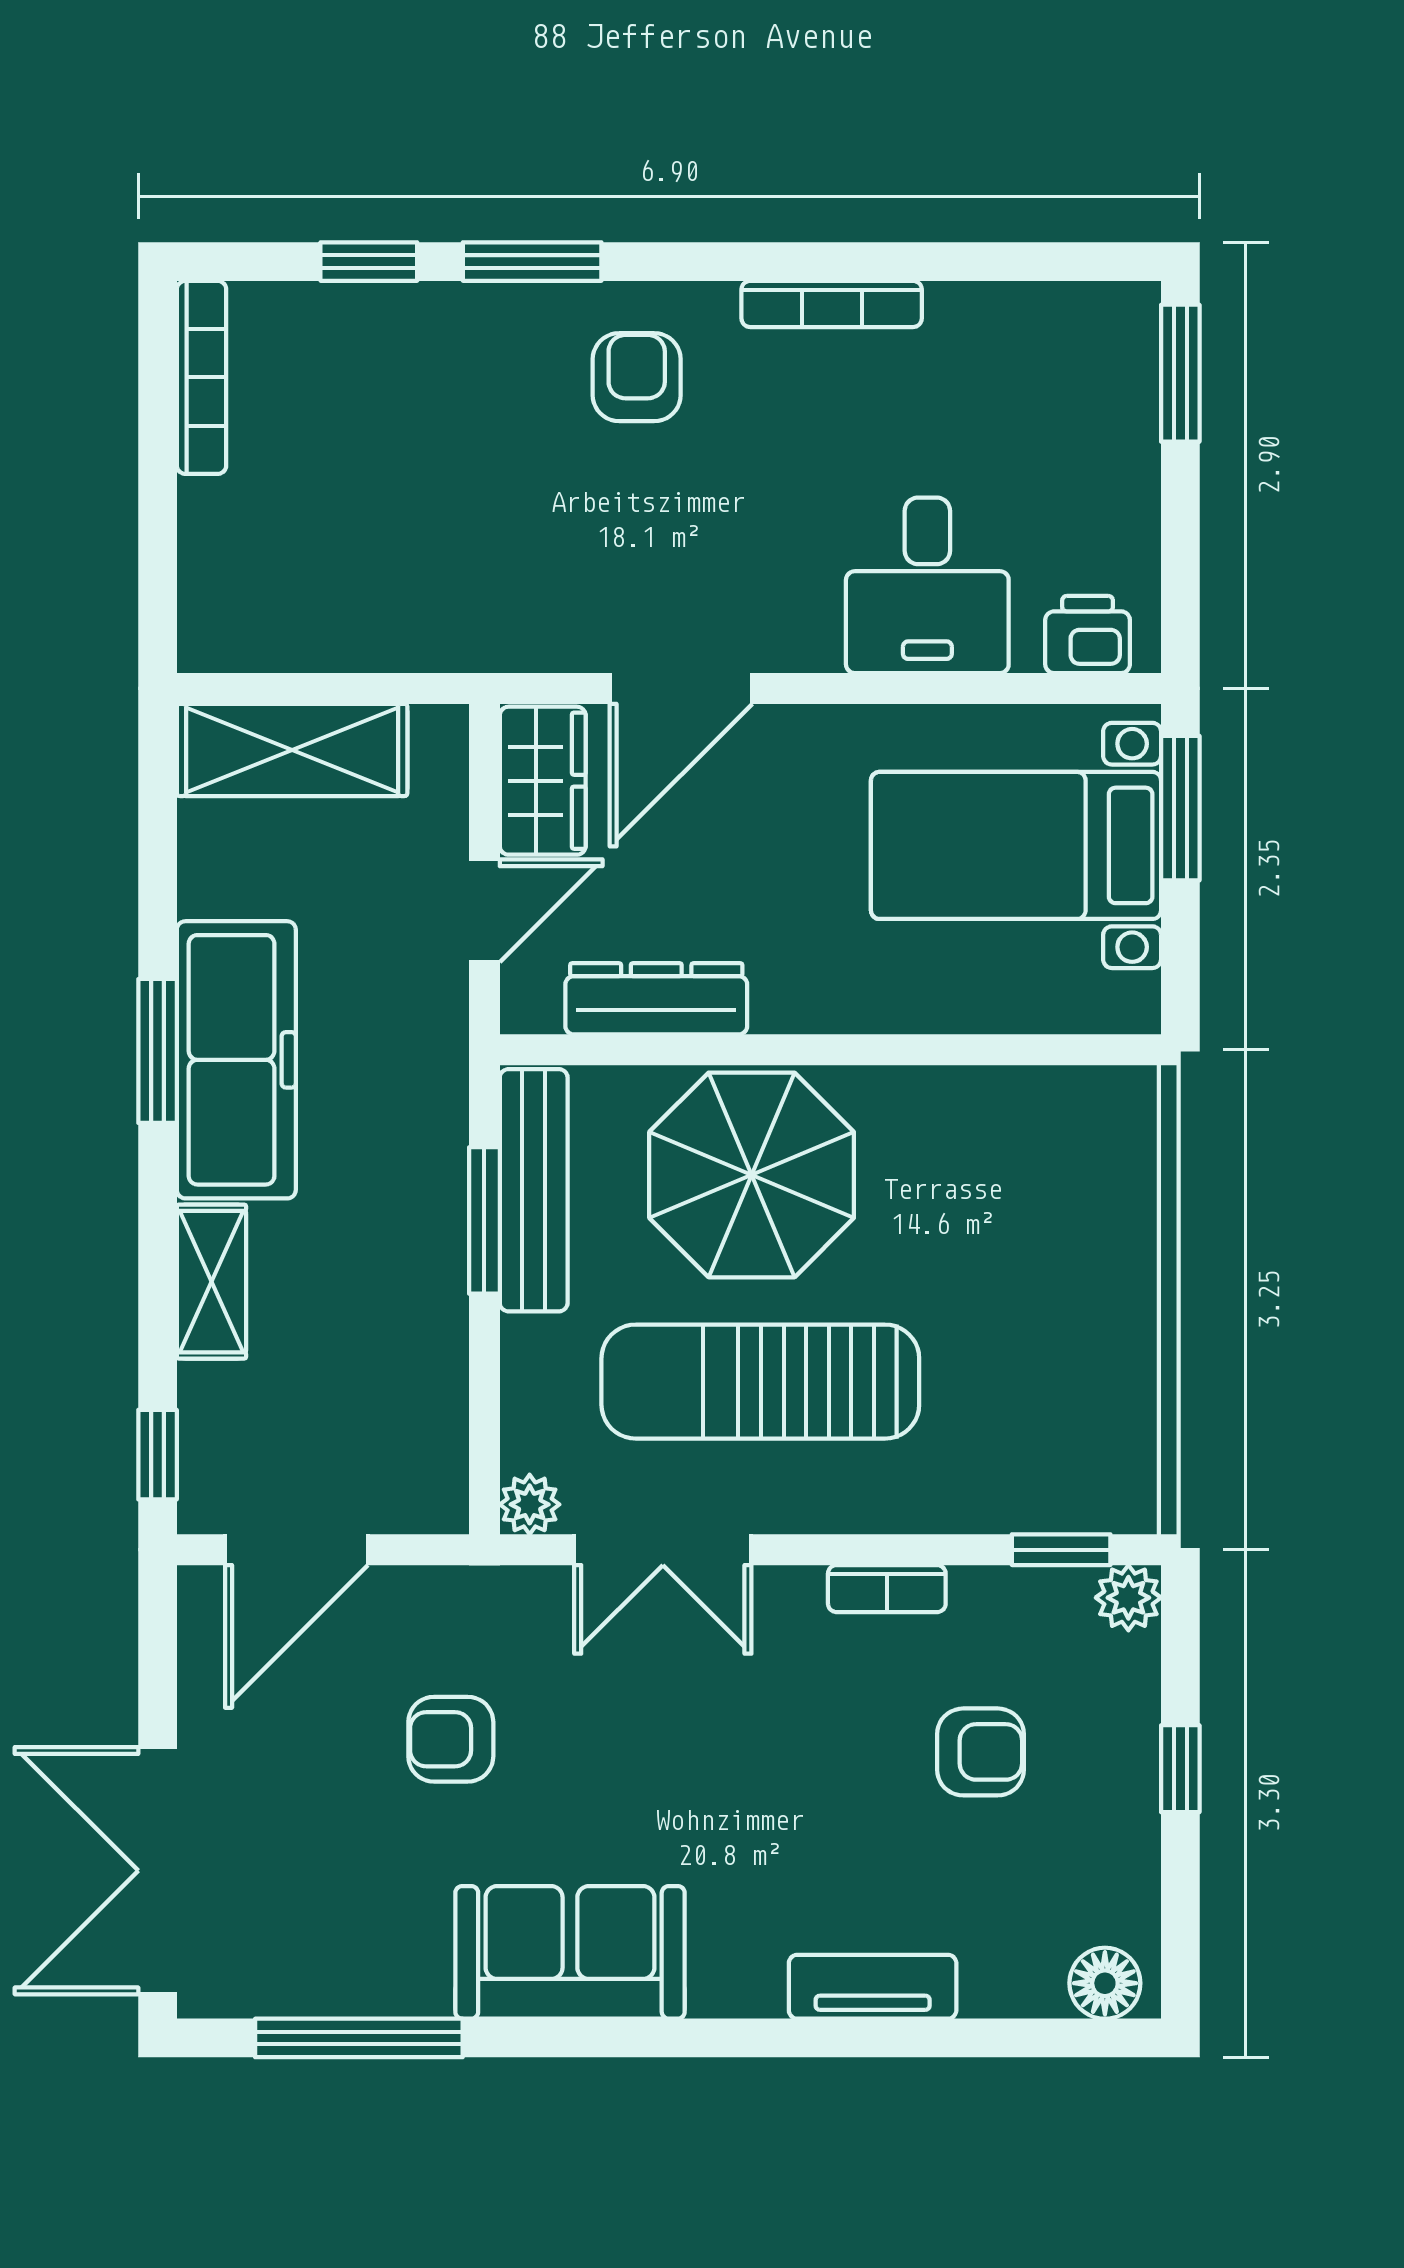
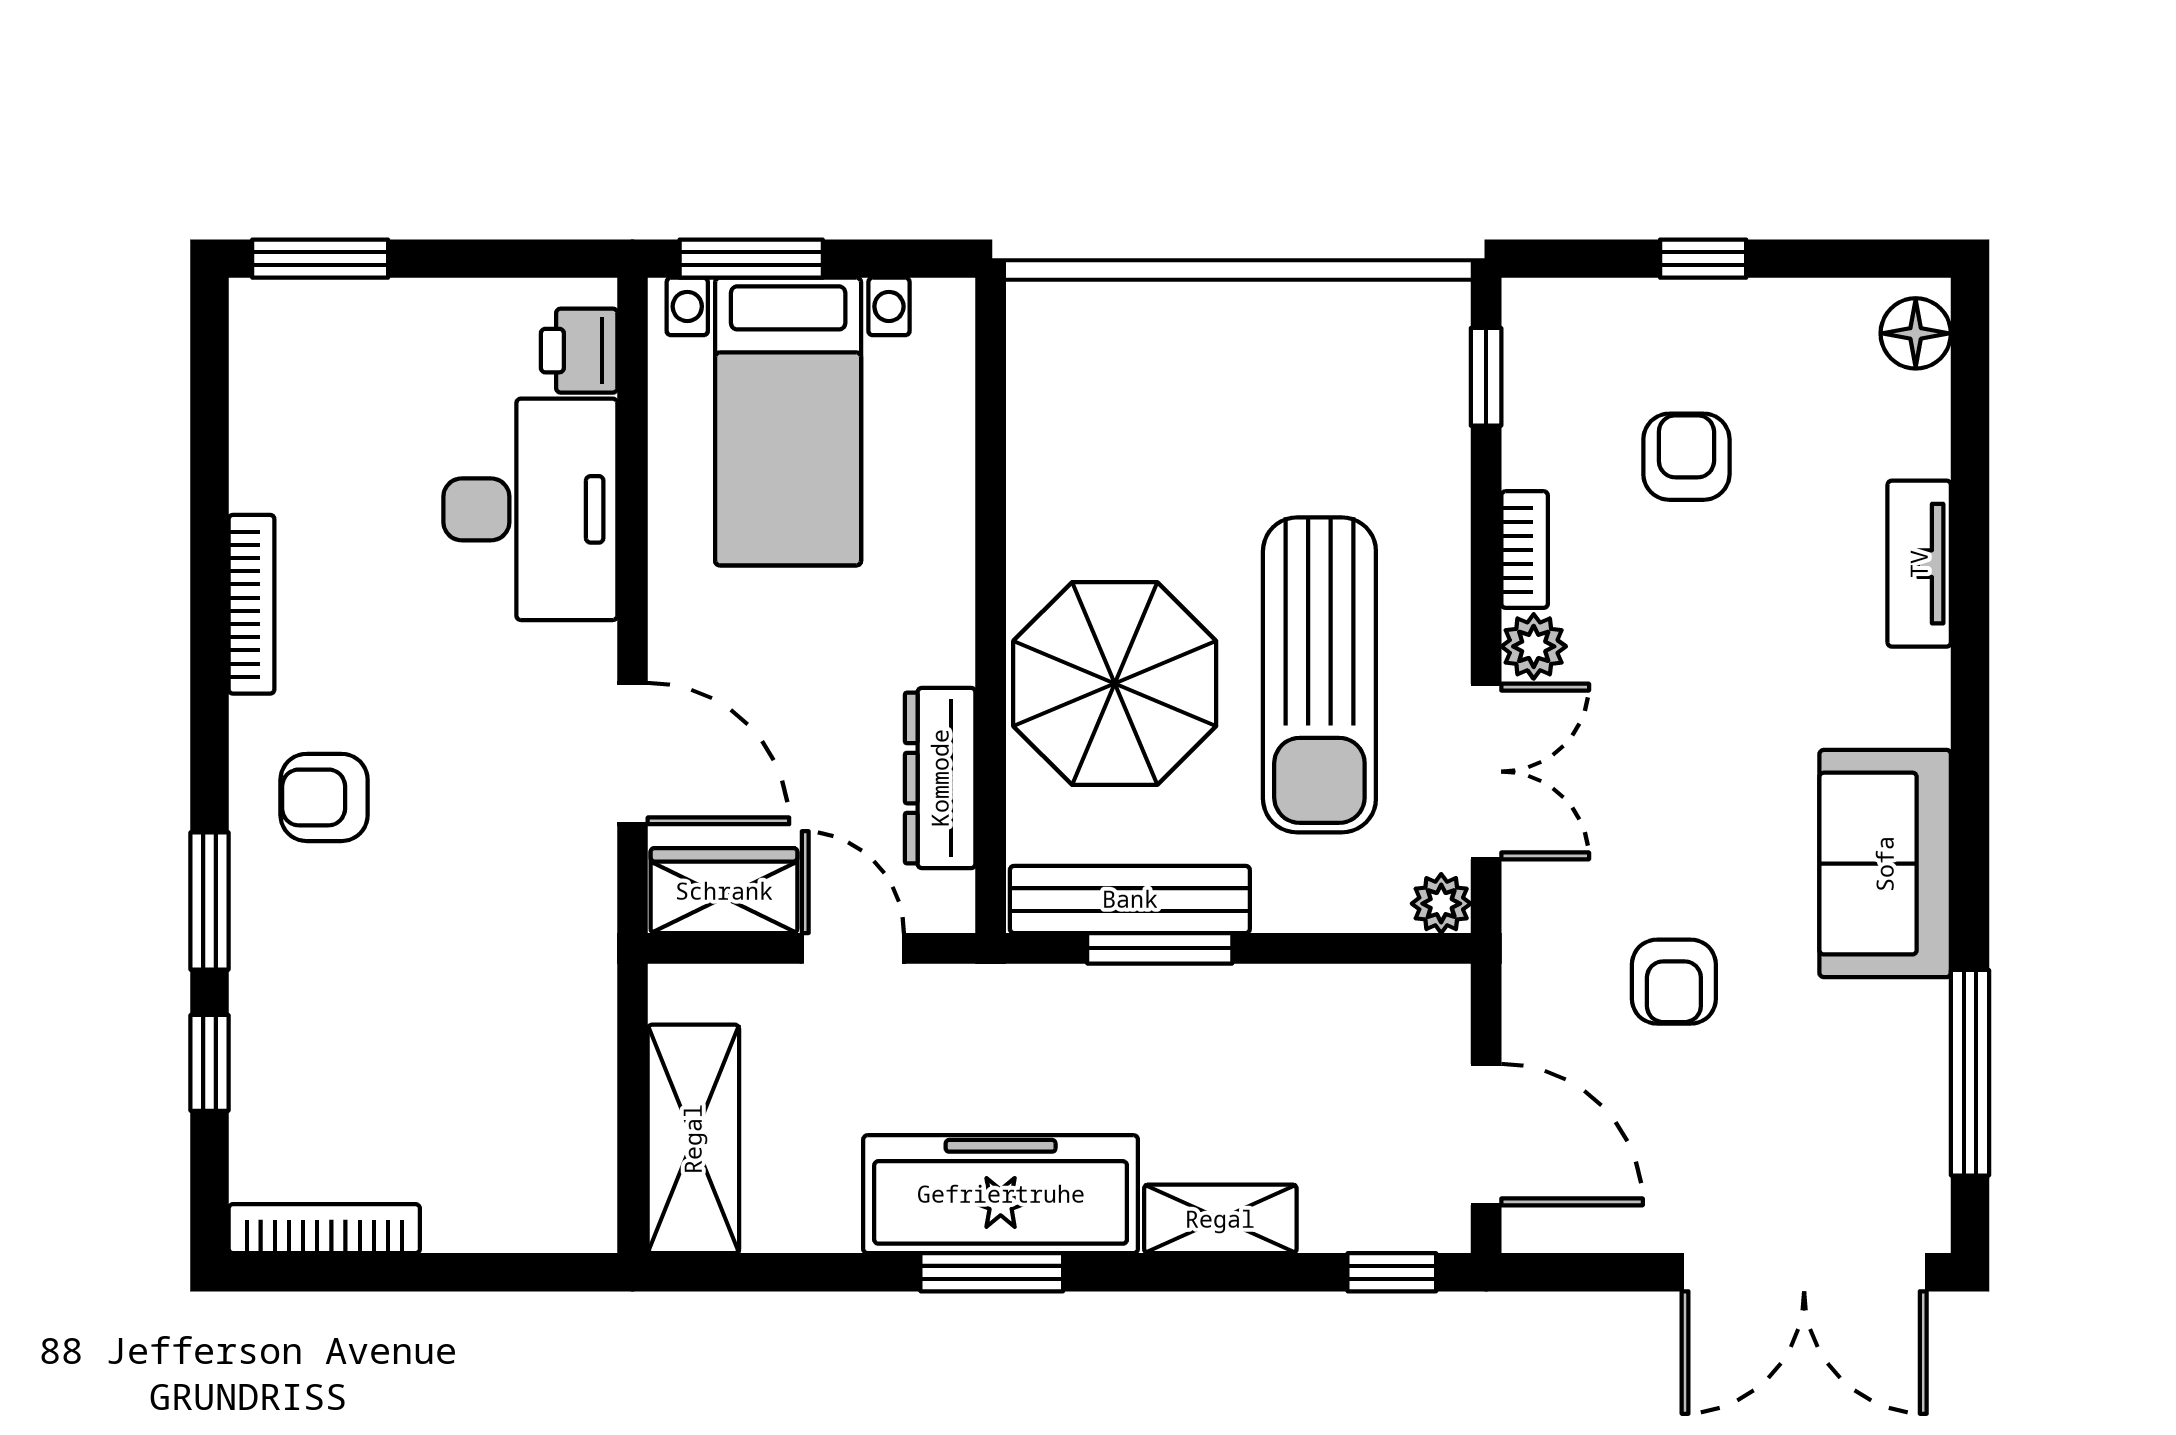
desk: (927, 585) -> (530, 509), width x1.37
plant: (1128, 1598) -> (1534, 646), moved

